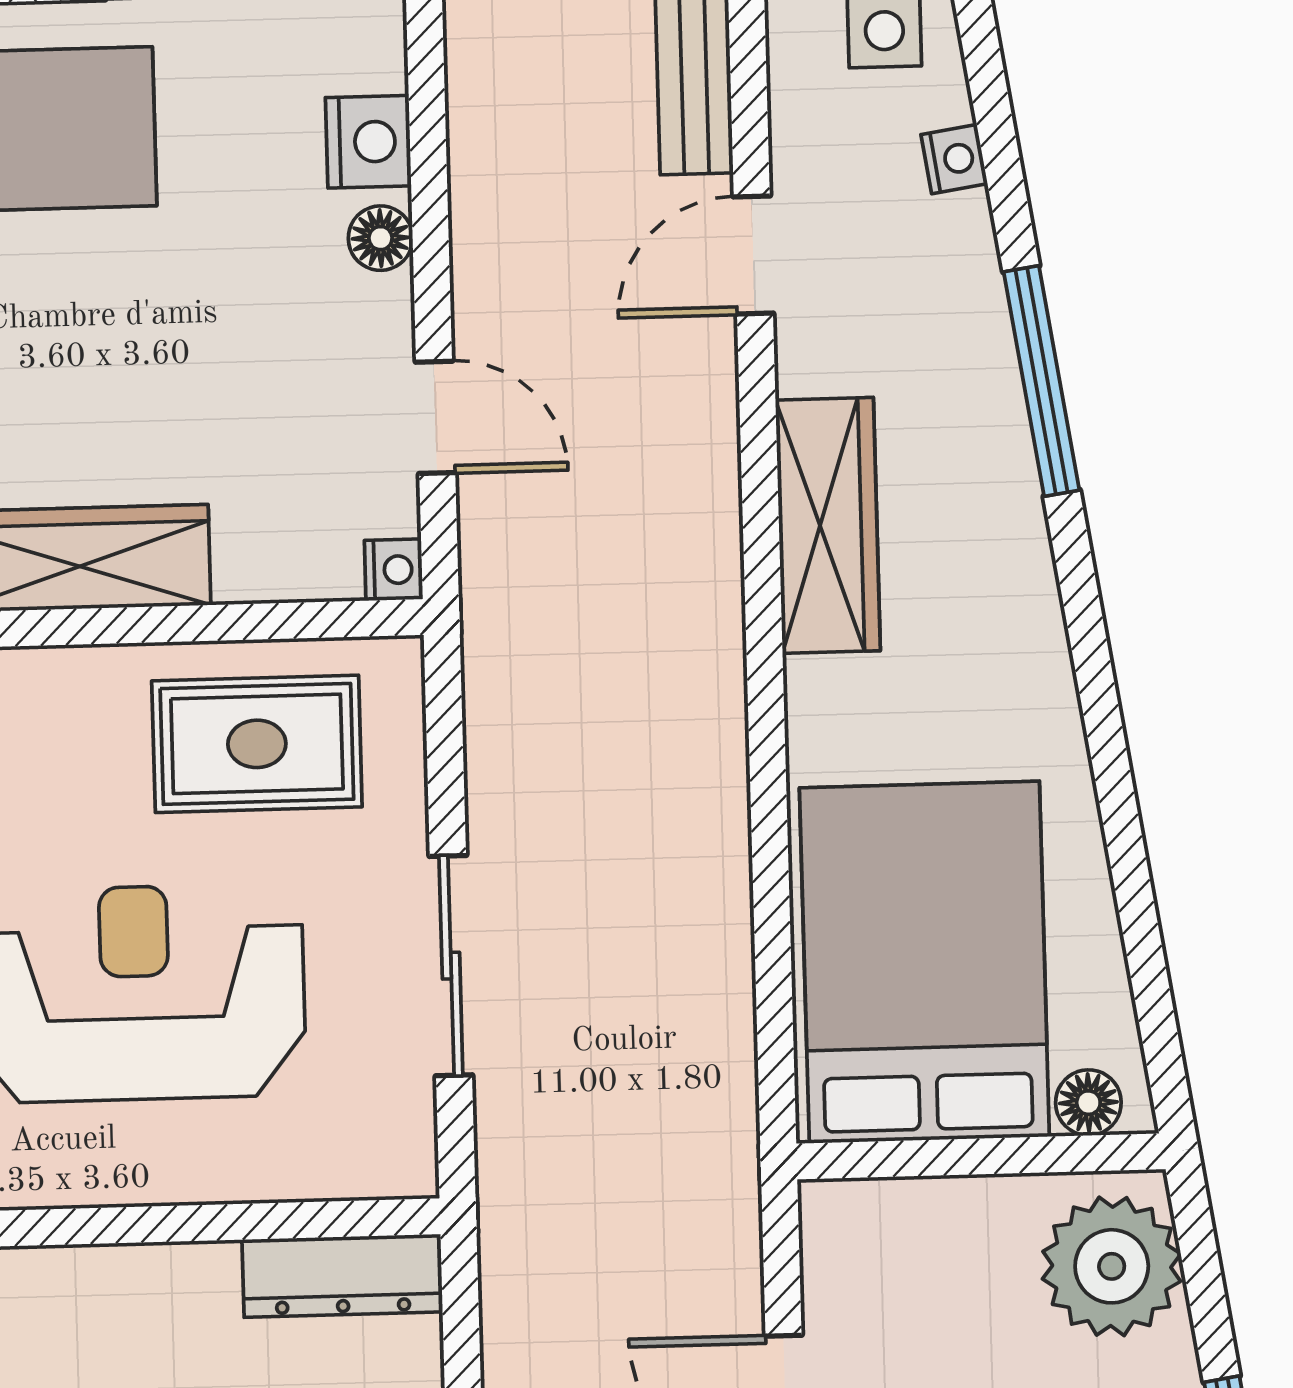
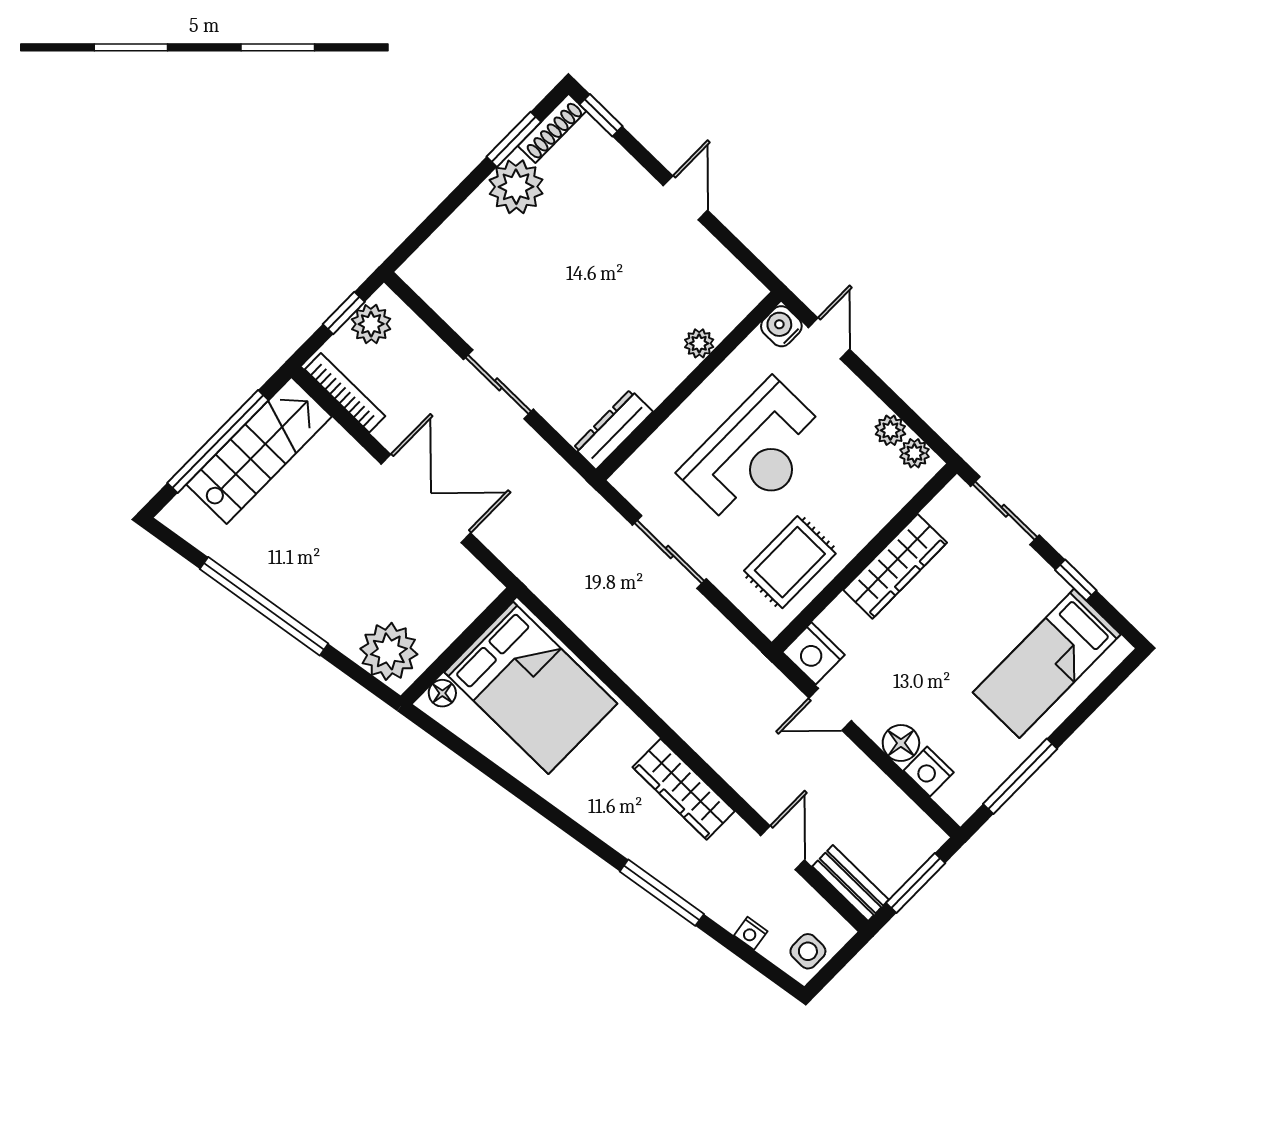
floor lamp: (380, 238) -> (901, 743), width x1.37, depth x1.37
nightstand: (394, 570) -> (813, 653), width x1.89, depth x1.79
plant: (46, 1281) -> (699, 343), added

